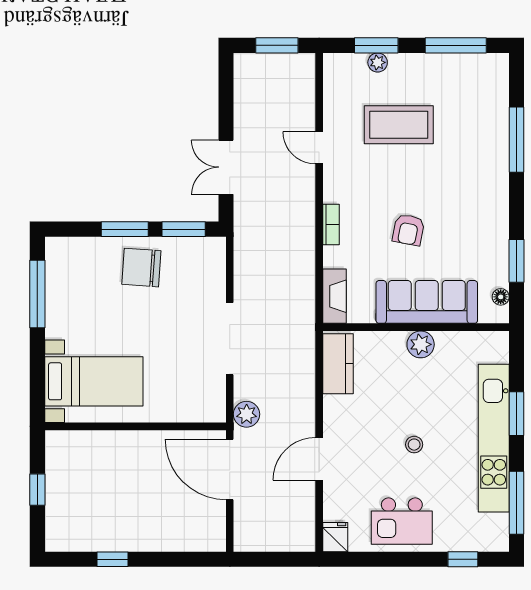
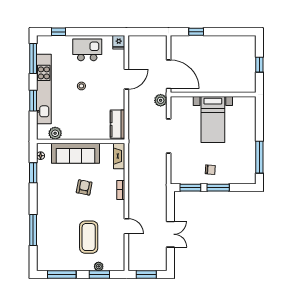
coffee table: (399, 125) -> (89, 237), turned 90
double door: (226, 167) -> (170, 234), moved
chair: (141, 268) -> (210, 170), width x0.54, depth x0.54
plant: (421, 344) -> (55, 133), moved
bed with nightstands: (94, 381) -> (213, 119), moved, turned -90
window: (112, 559) -> (196, 32), moved

